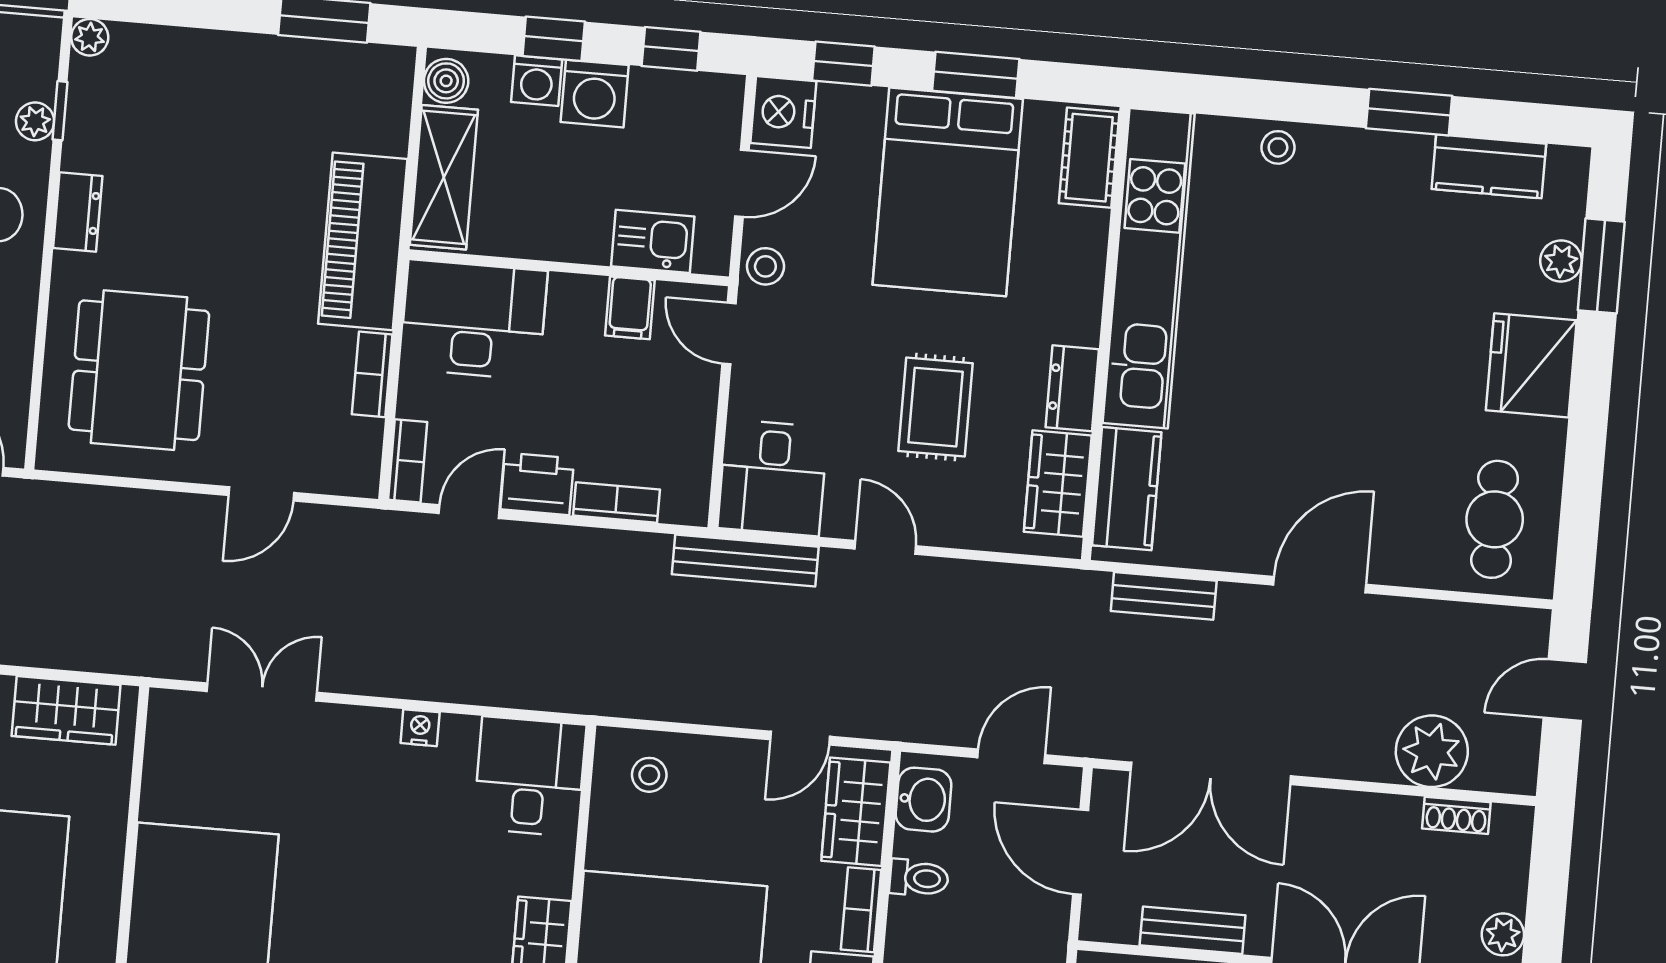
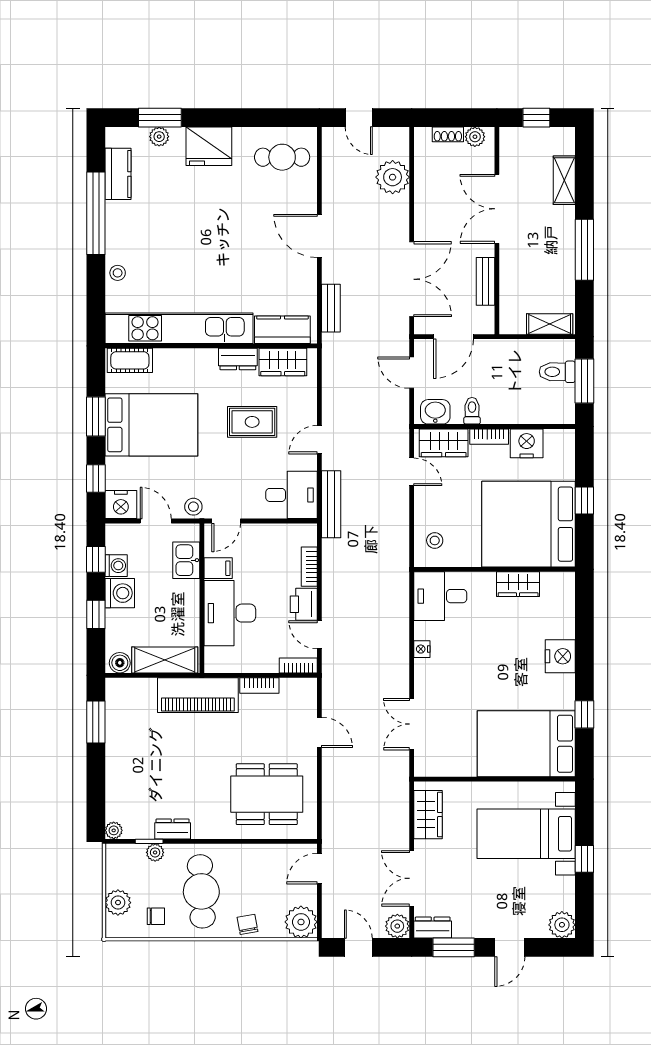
washing machine: (537, 81) -> (116, 566), moved
window: (1409, 112) -> (96, 213), width x2.11
dresser: (78, 212) -> (173, 829), moved
desk: (474, 320) -> (230, 613), moved
shoe rack: (1456, 815) -> (448, 134), moved, turned 90

